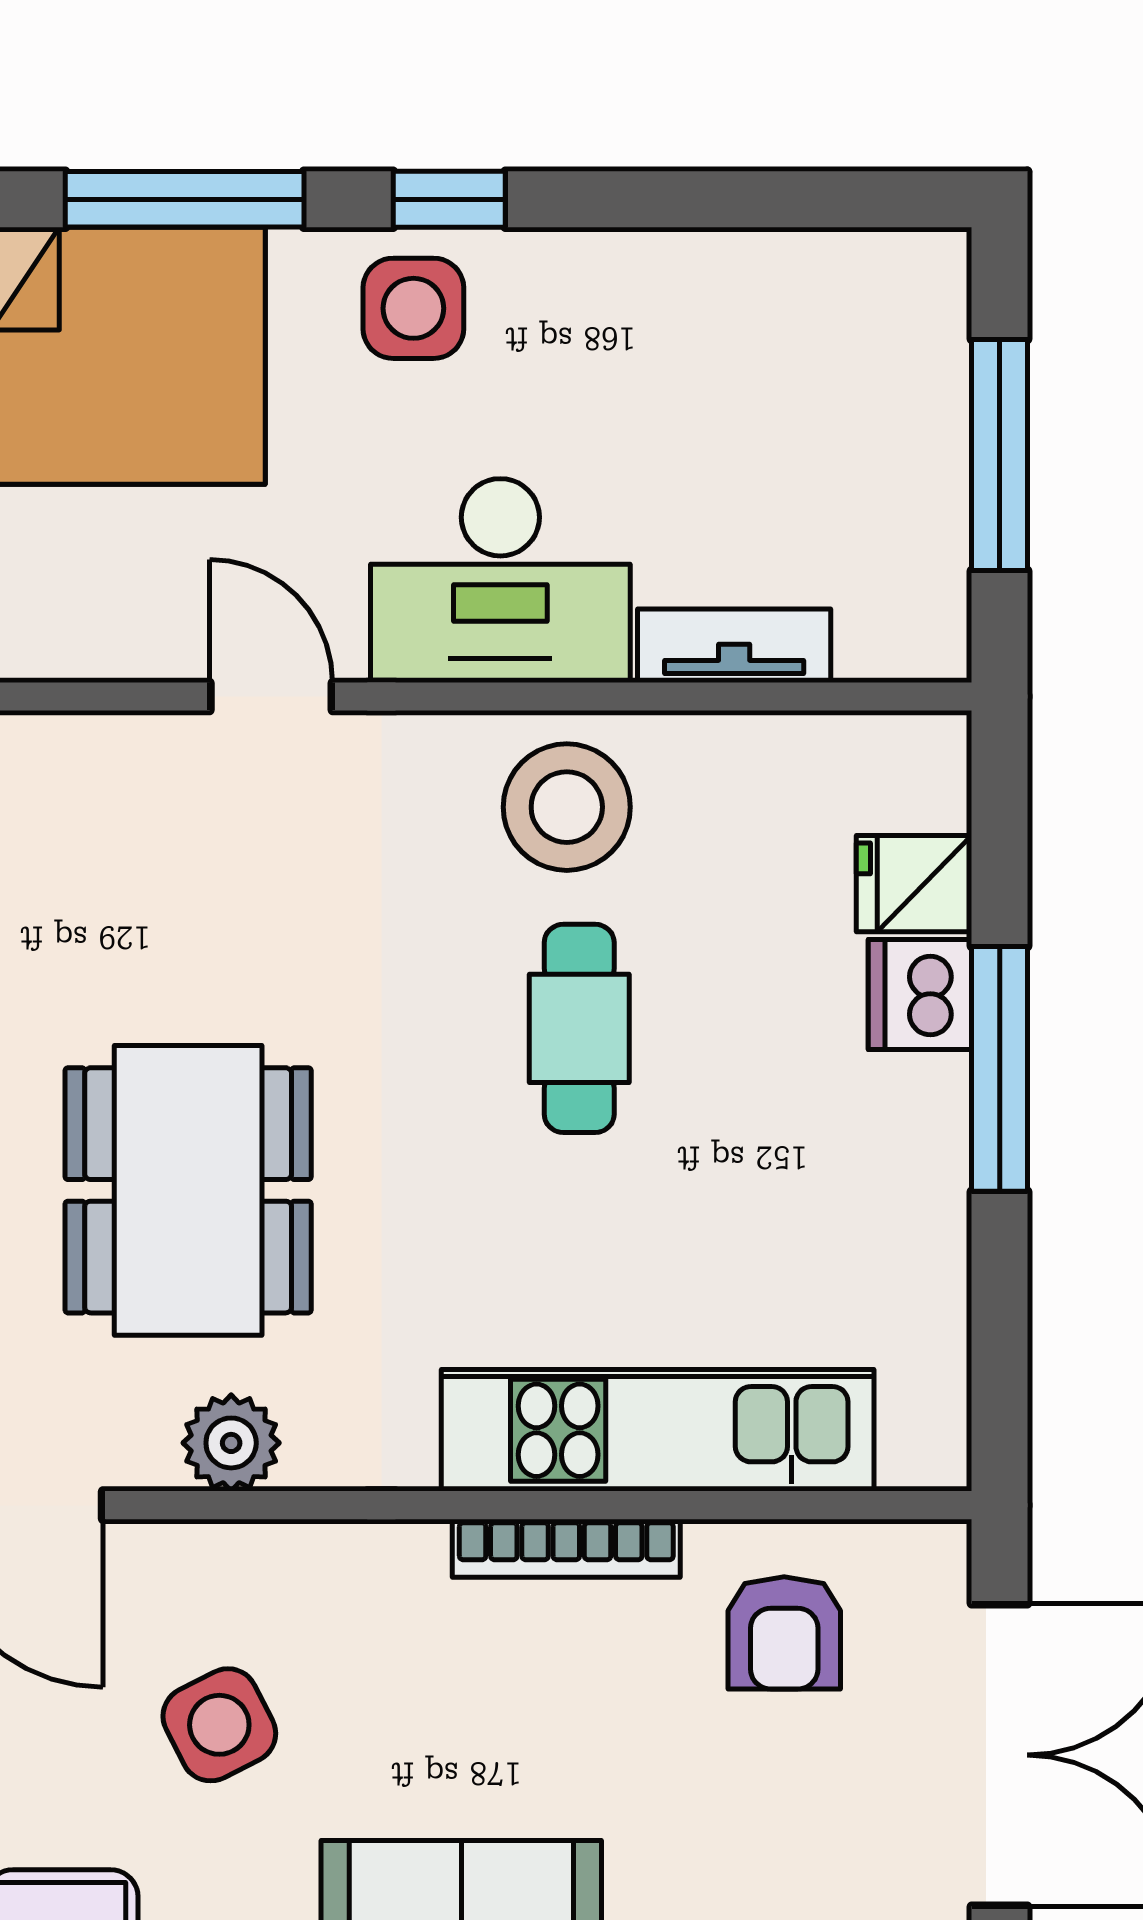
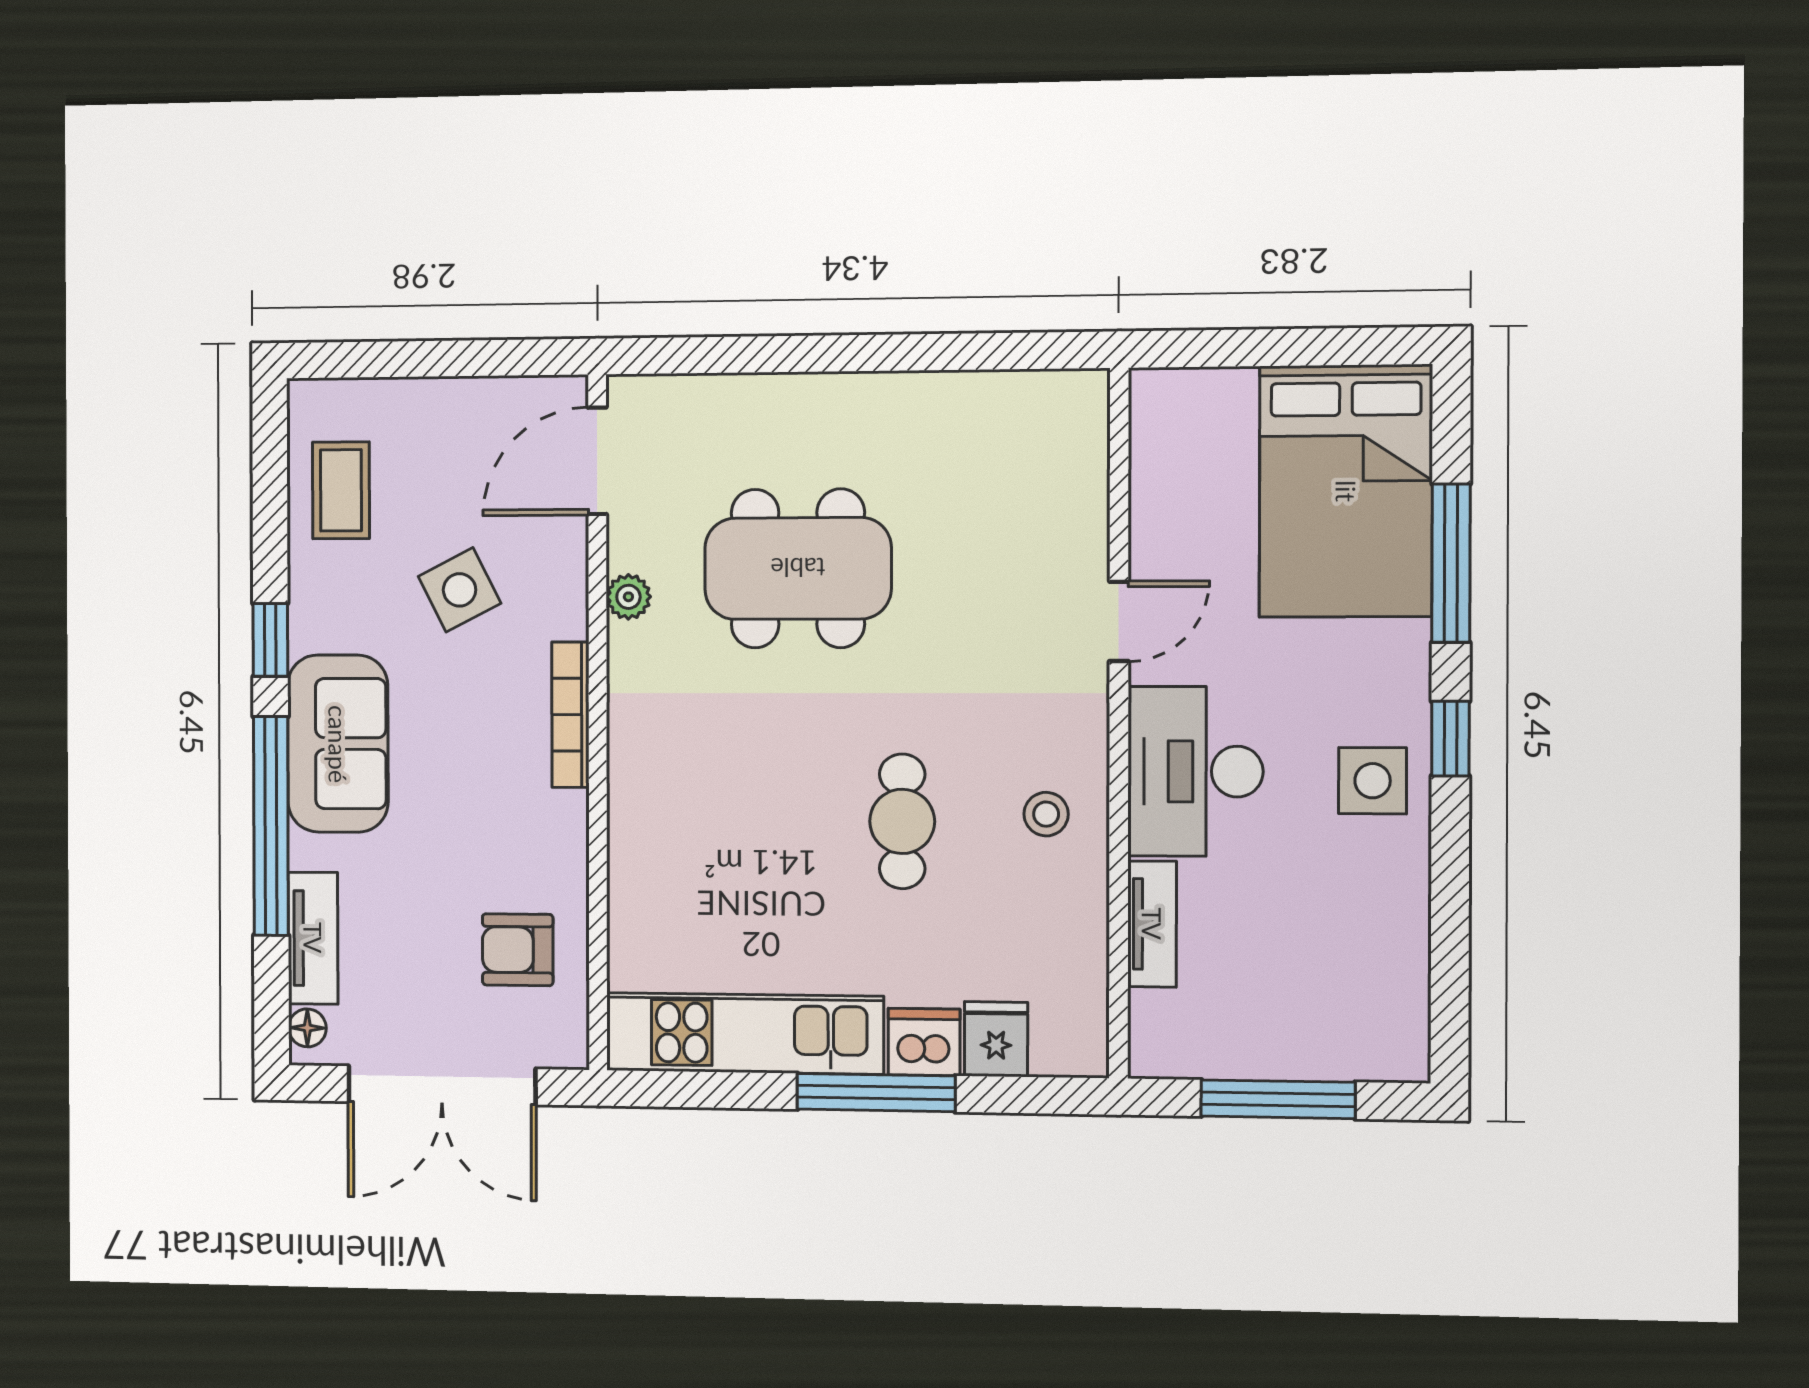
side table: (413, 308) -> (1373, 781), moved
stool: (567, 807) -> (1046, 814), width x0.53, depth x0.53
cafe table: (579, 1028) -> (902, 821), turned 90
kitchen unit: (658, 1430) -> (745, 1033), moved, turned -90
plant: (231, 1443) -> (628, 597), width x0.73, depth x0.73
bookcase: (566, 1548) -> (570, 715), moved

